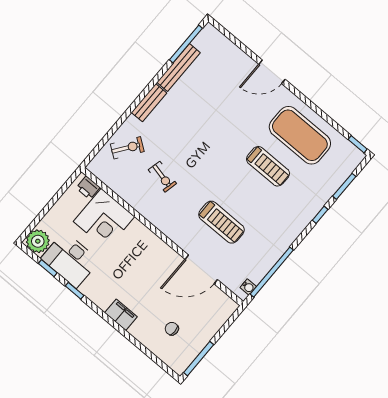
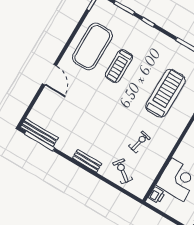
bench: (179, 68) -> (39, 133), moved
treadmill: (268, 166) -> (119, 66), turned 180
treadmill: (221, 222) -> (165, 93), width x1.37, depth x1.38

